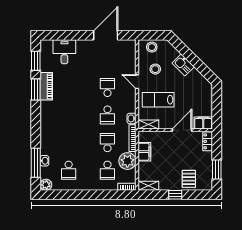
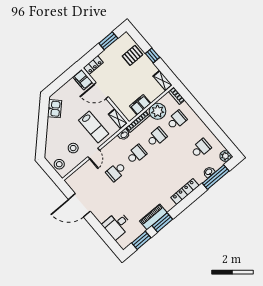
kitchen sink: (183, 65) -> (55, 109), moved
locker: (45, 128) -> (185, 192), added
school desk: (107, 143) -> (157, 137), turned 180

